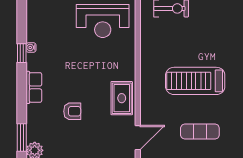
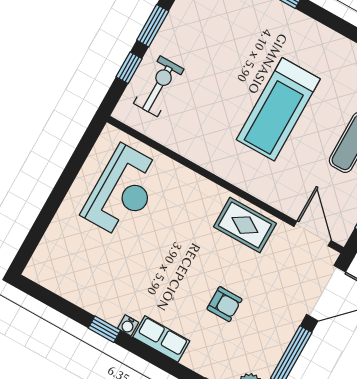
water cooler: (31, 47) -> (128, 325), moved
armchair: (72, 111) -> (225, 304), turned 90

